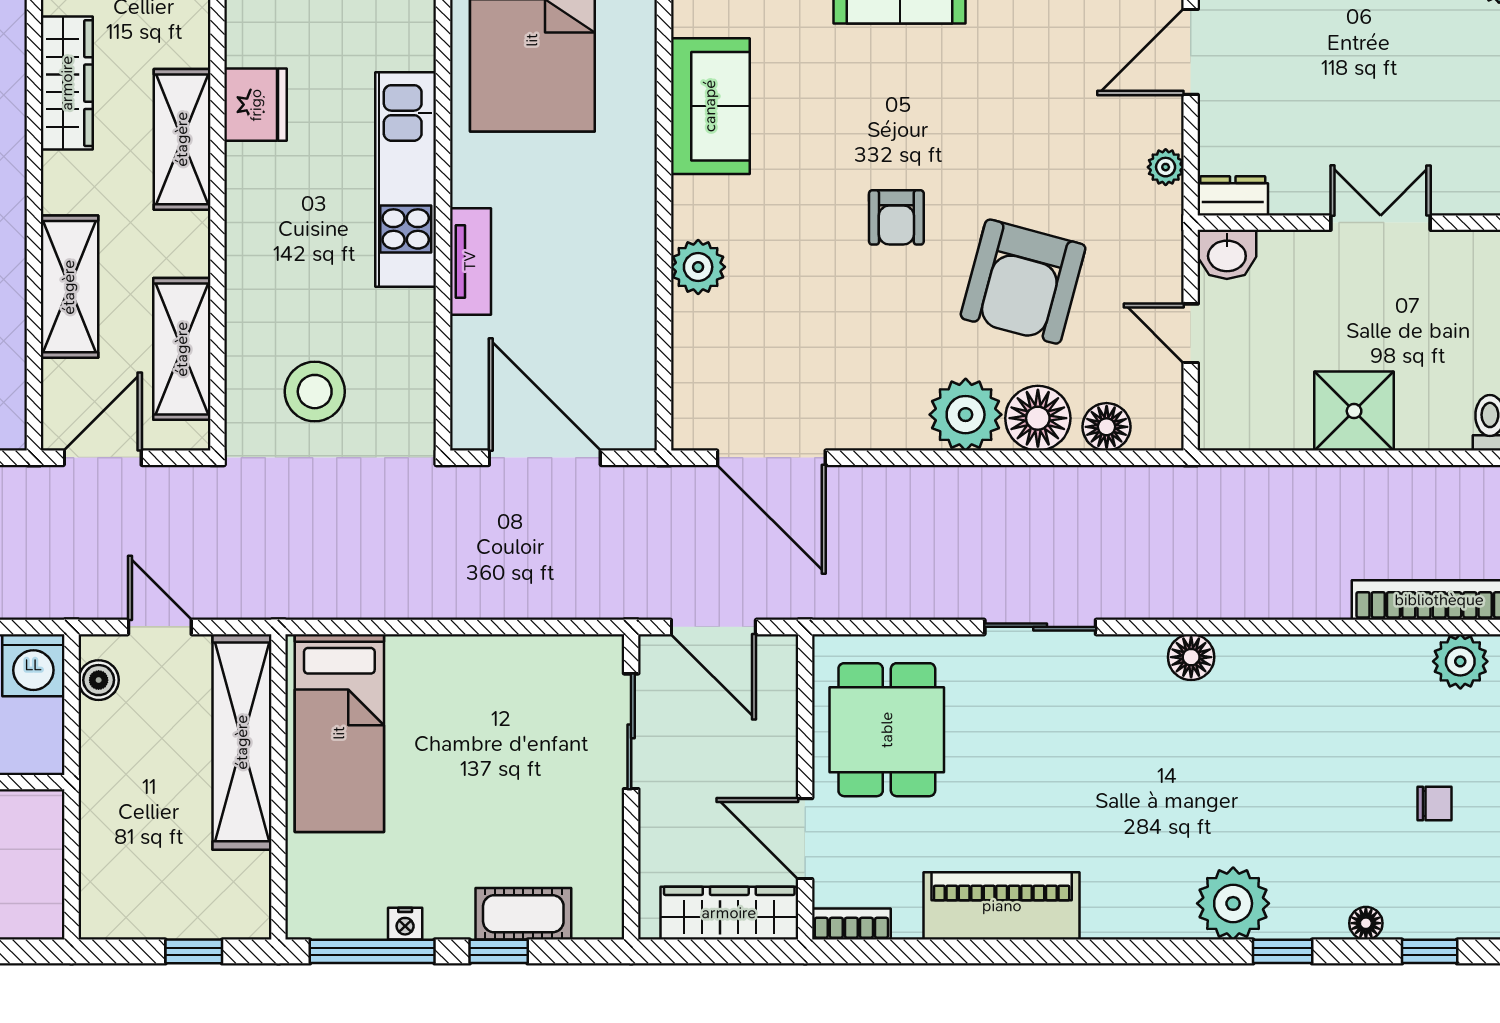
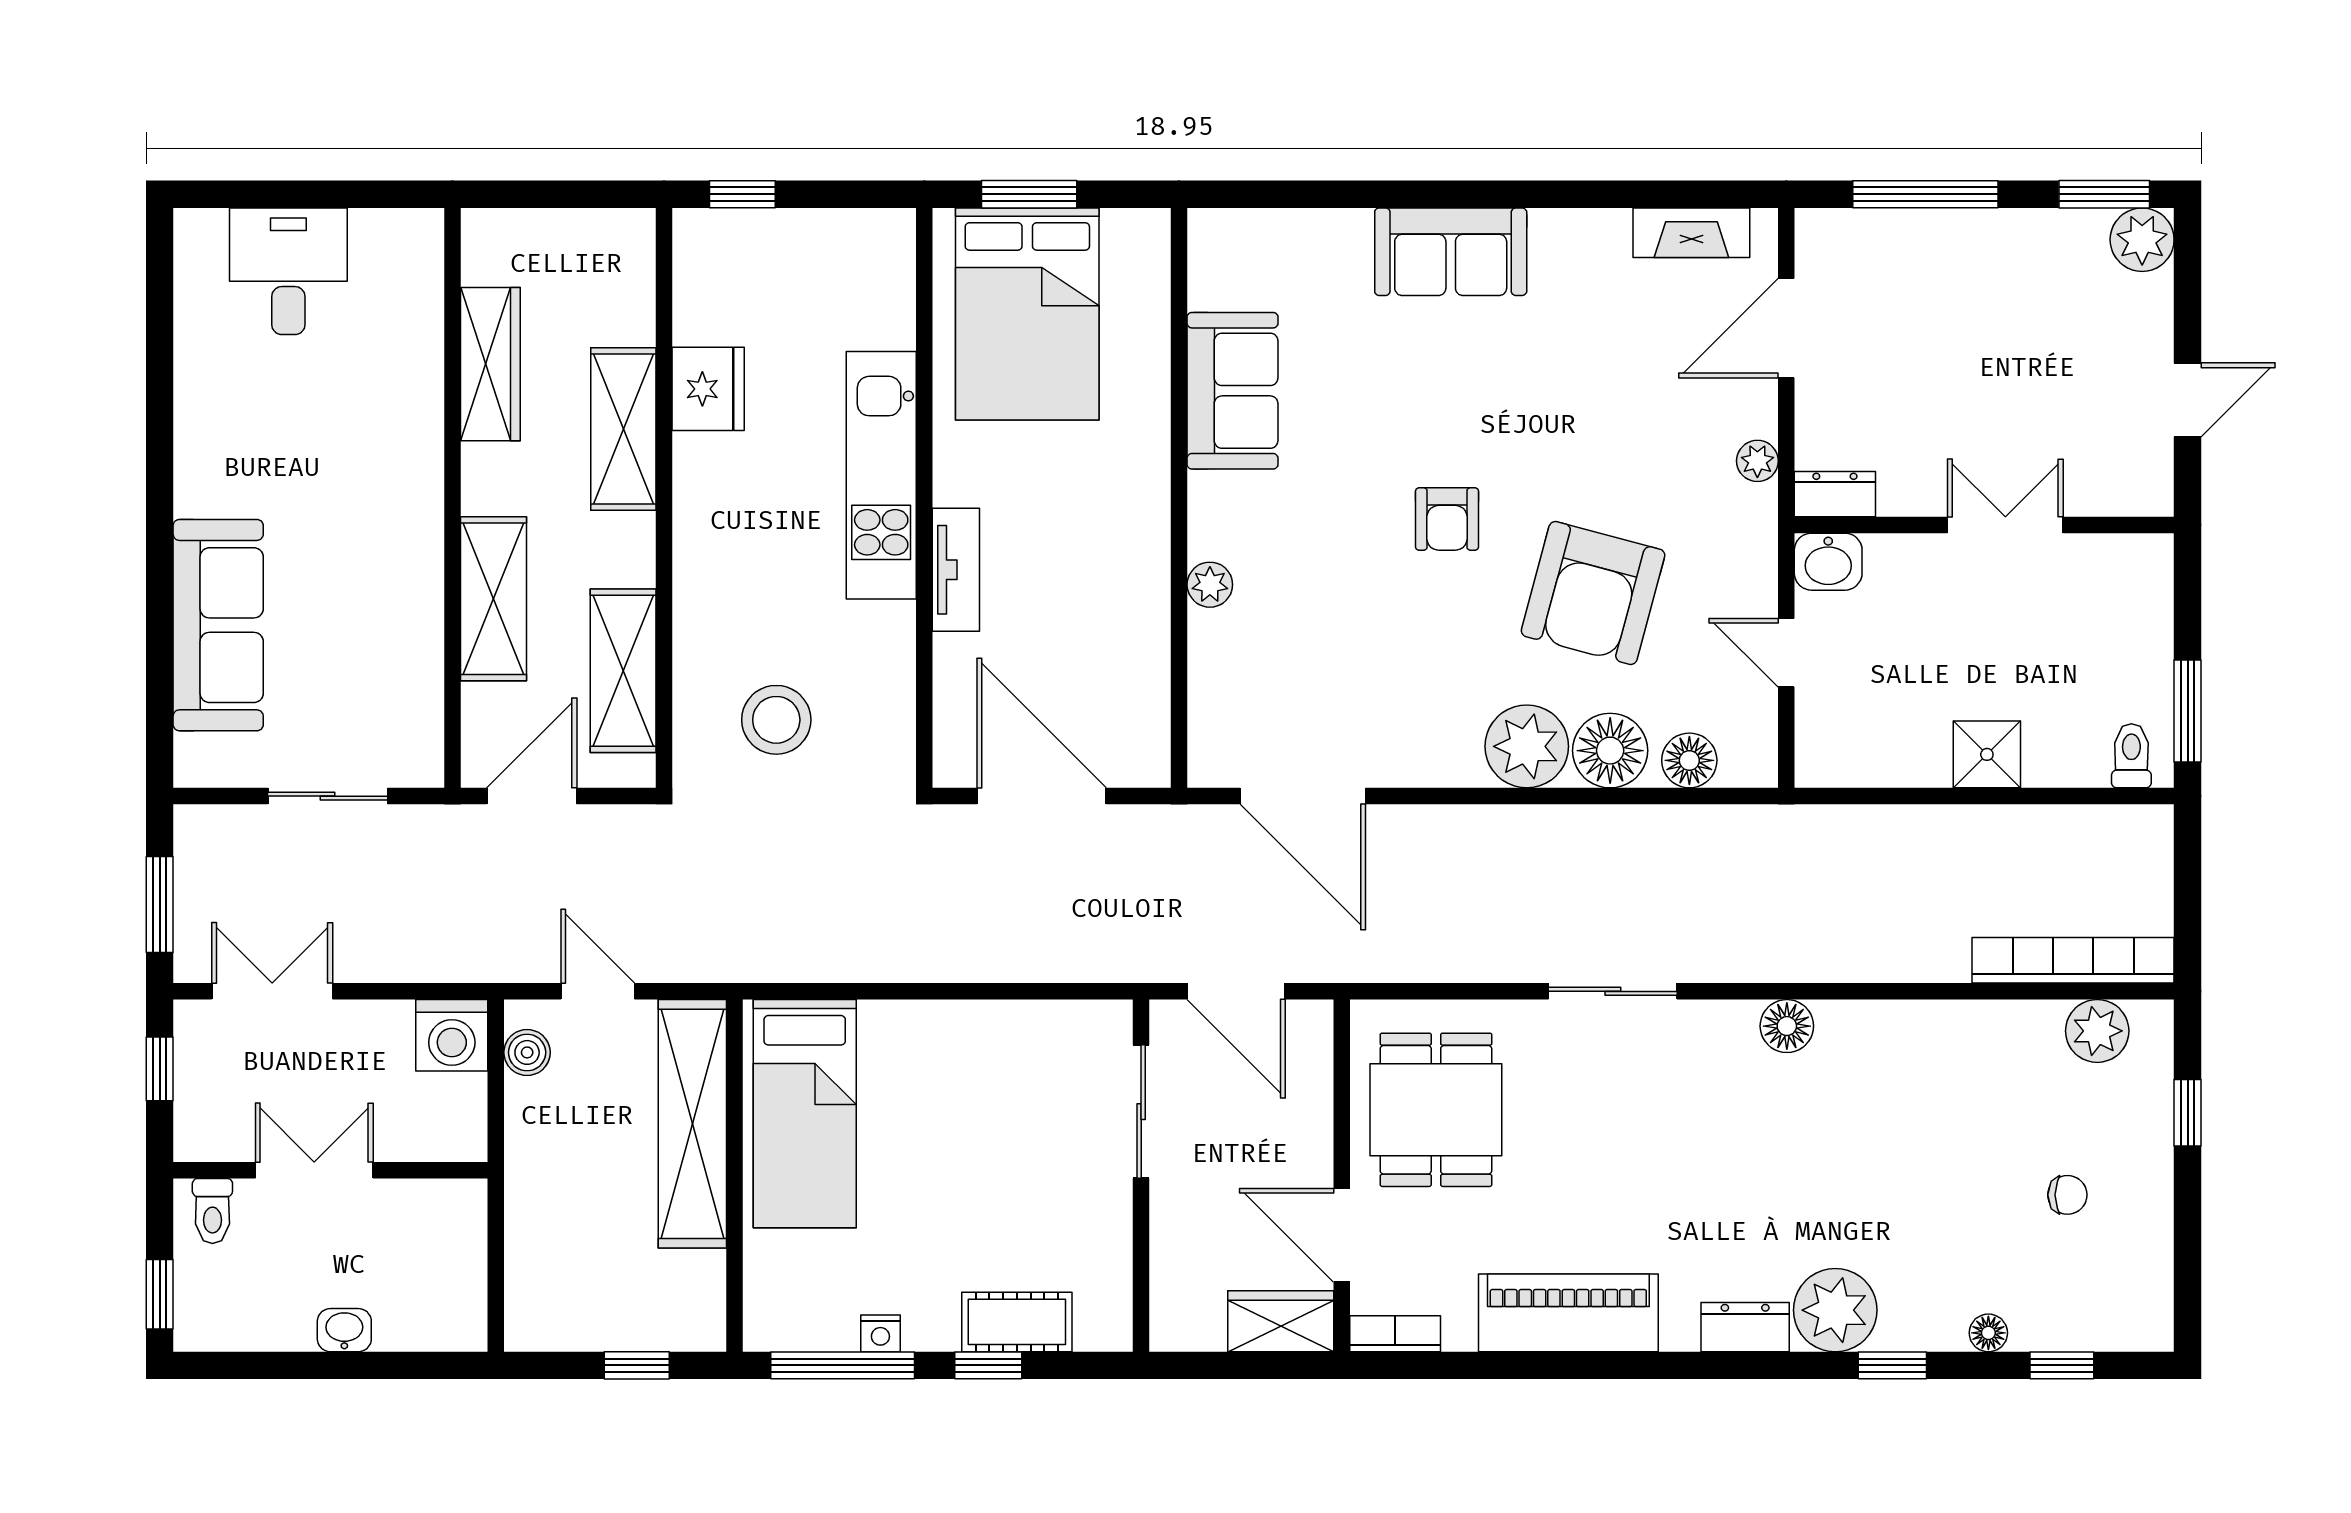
plant: (698, 267) -> (1210, 585), width x0.73, depth x0.73
shower: (1354, 411) -> (1987, 754), width x0.73, depth x0.73
wardrobe: (729, 913) -> (1281, 1321), width x0.67
dresser: (1155, 918) -> (1745, 1327), added

